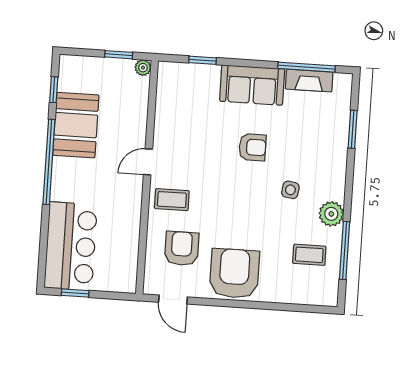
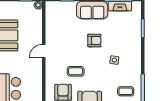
coffee table: (172, 200) -> (76, 71), moved
plant: (331, 214) -> (135, 71), removed

